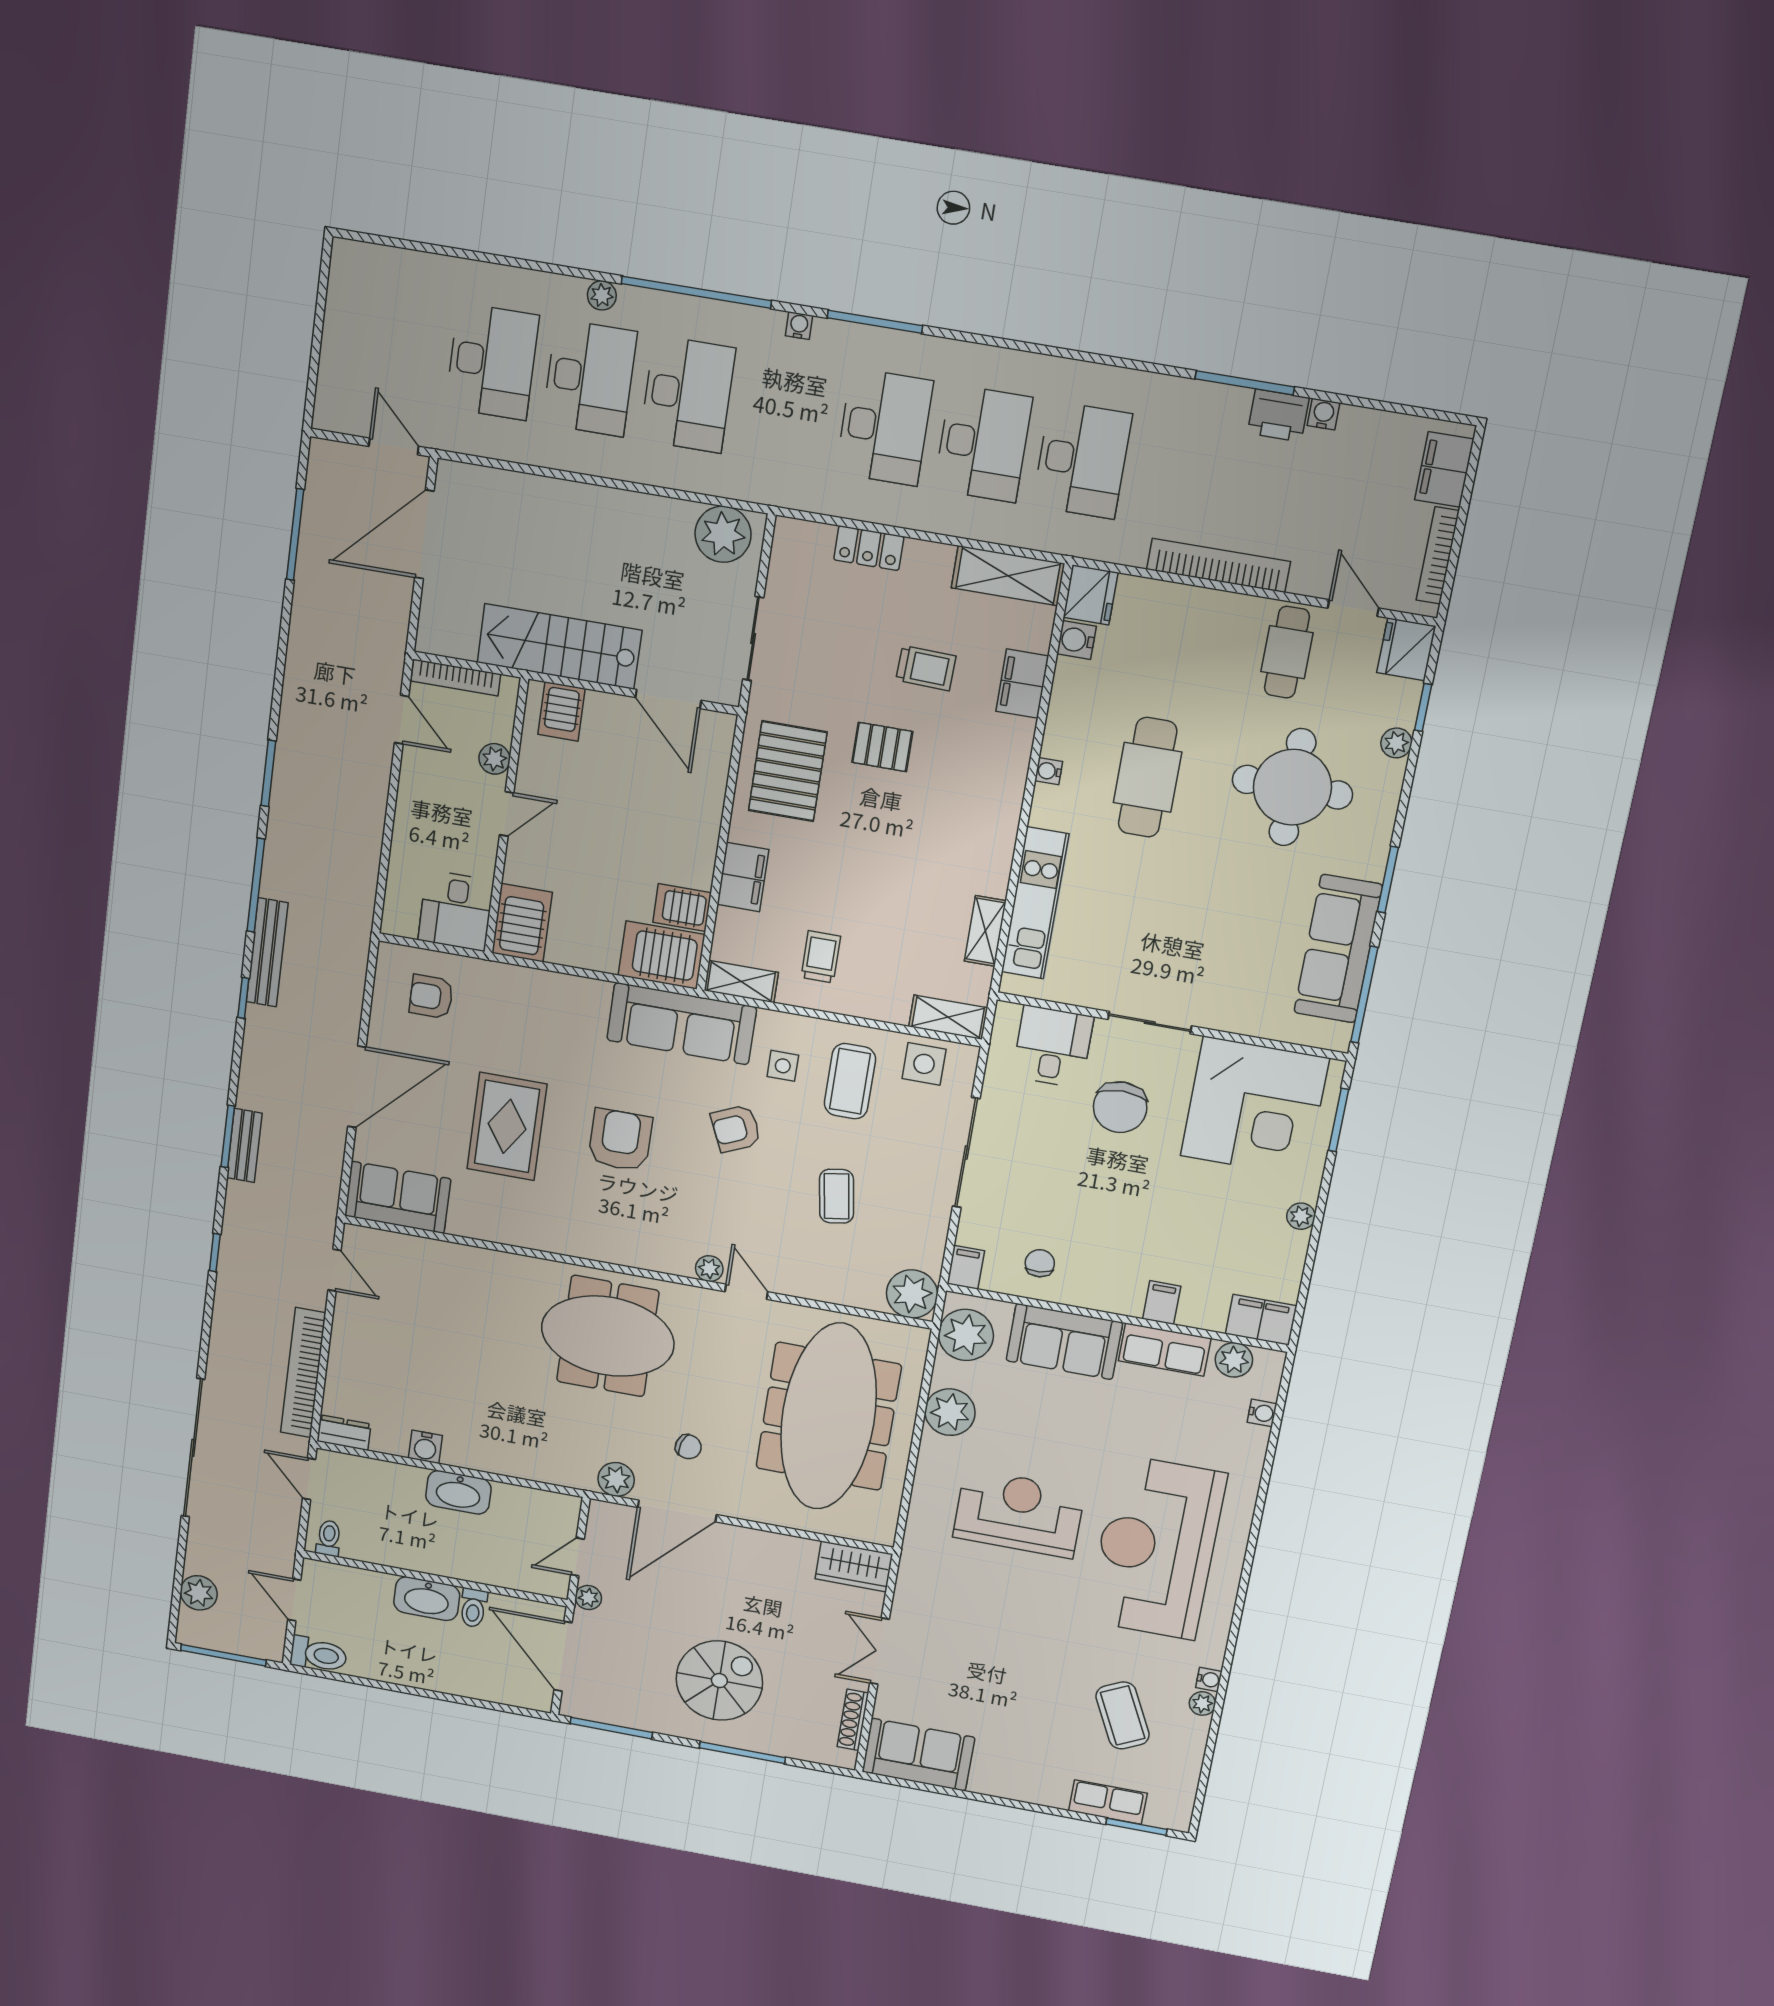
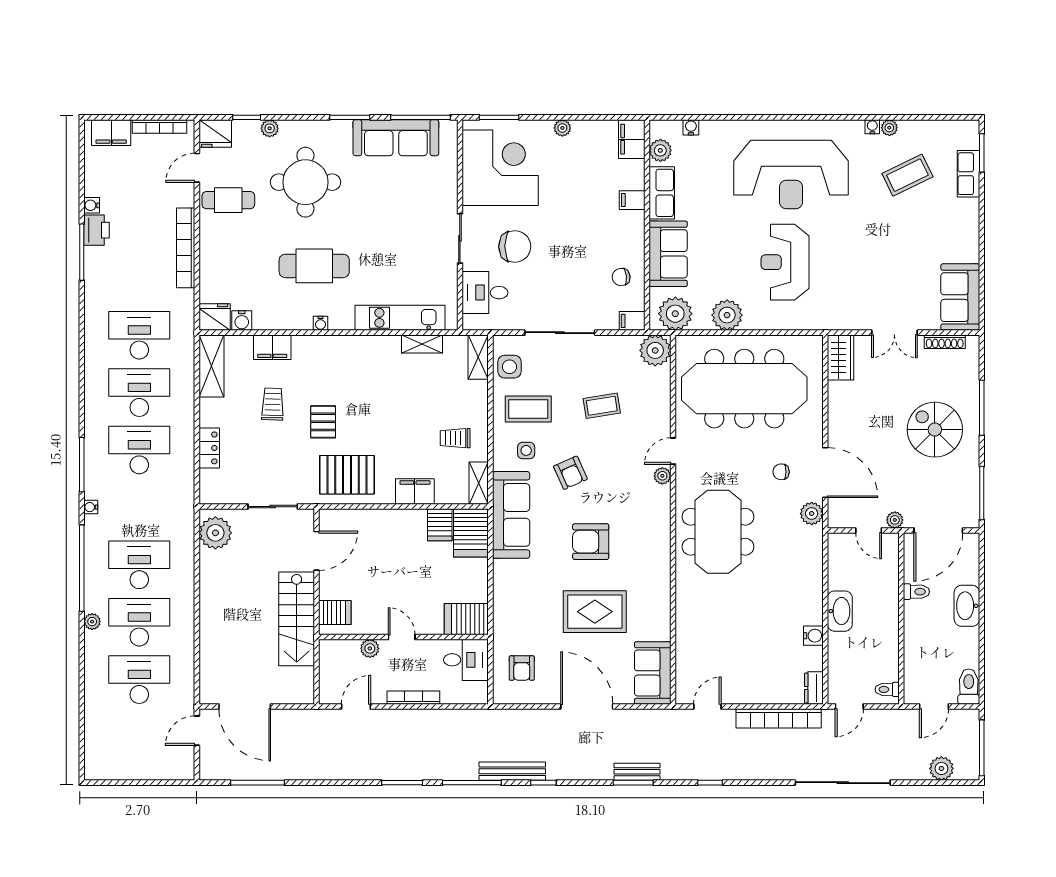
bookcase: (456, 678) -> (413, 698), moved, turned -90
chair: (688, 1447) -> (781, 472), turned -107
washbasin: (427, 1599) -> (967, 606), moved, turned 180

